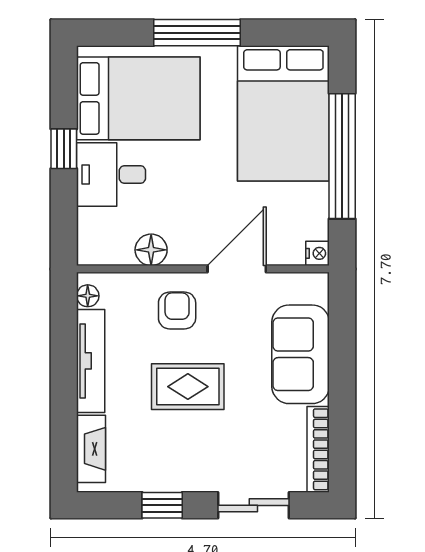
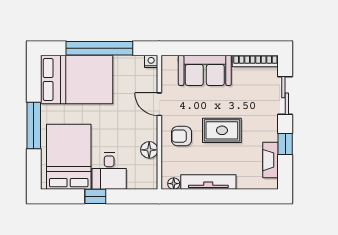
door: (237, 269) -> (159, 104), width x0.73
rug: (188, 387) -> (222, 130), turned 90
fireplace: (91, 449) -> (271, 160), moved, turned -90

